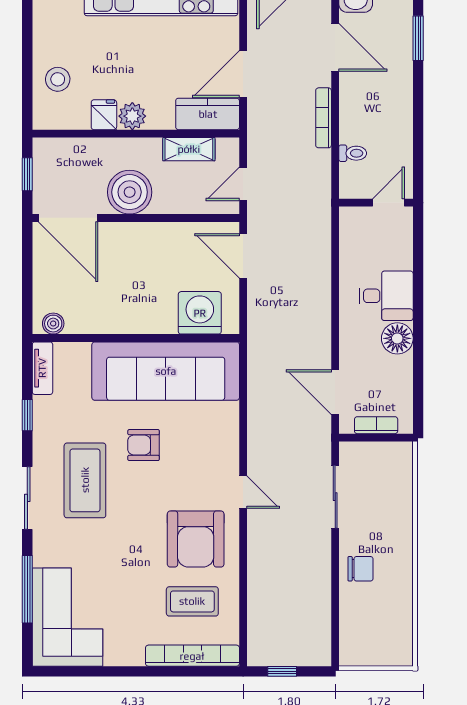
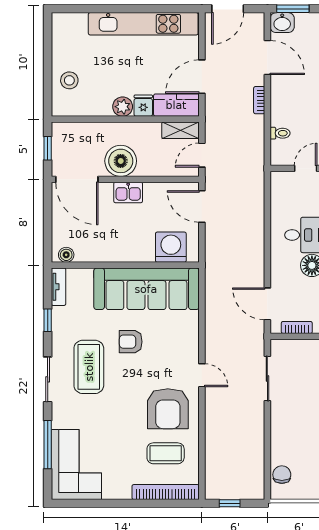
fridge: (104, 115) -> (143, 106), moved
bookcase: (324, 118) -> (259, 100), width x0.64
shelving: (189, 149) -> (180, 130), moved
kitchen sink: (140, 236) -> (128, 192), added
chair: (361, 569) -> (282, 475), moved, turned -90

